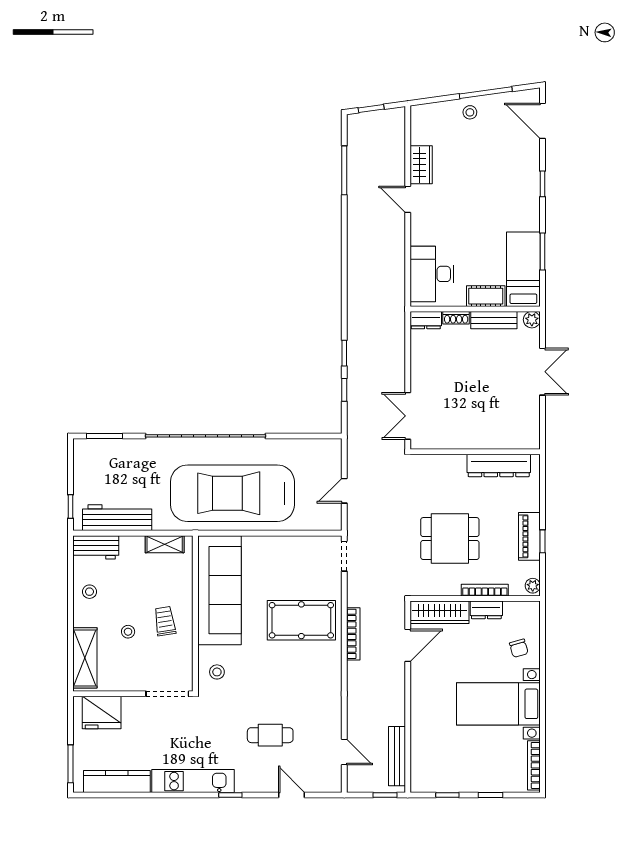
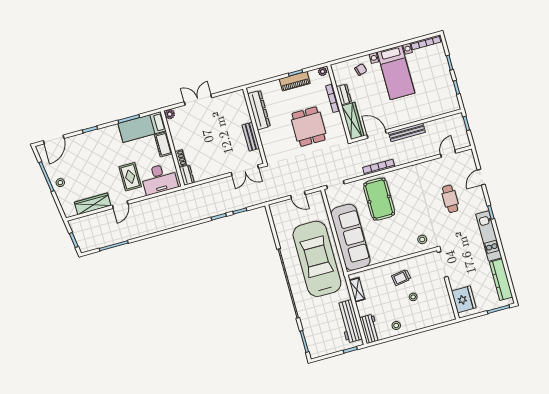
wardrobe: (421, 165) -> (93, 204), width x1.50
rug: (448, 228) -> (130, 177), added
bench: (494, 320) -> (251, 137), moved
car: (232, 493) -> (317, 259), turned 180
sofa: (219, 590) -> (351, 237), moved, turned 90
shelving: (85, 658) -> (435, 318), removed
bench: (397, 756) -> (407, 132), moved

